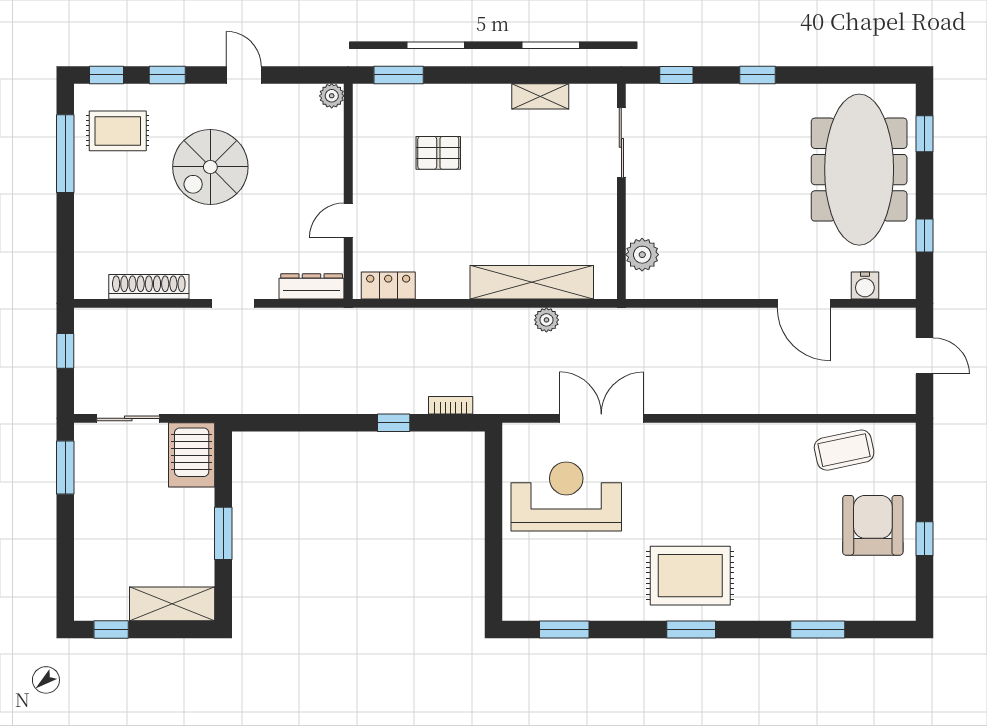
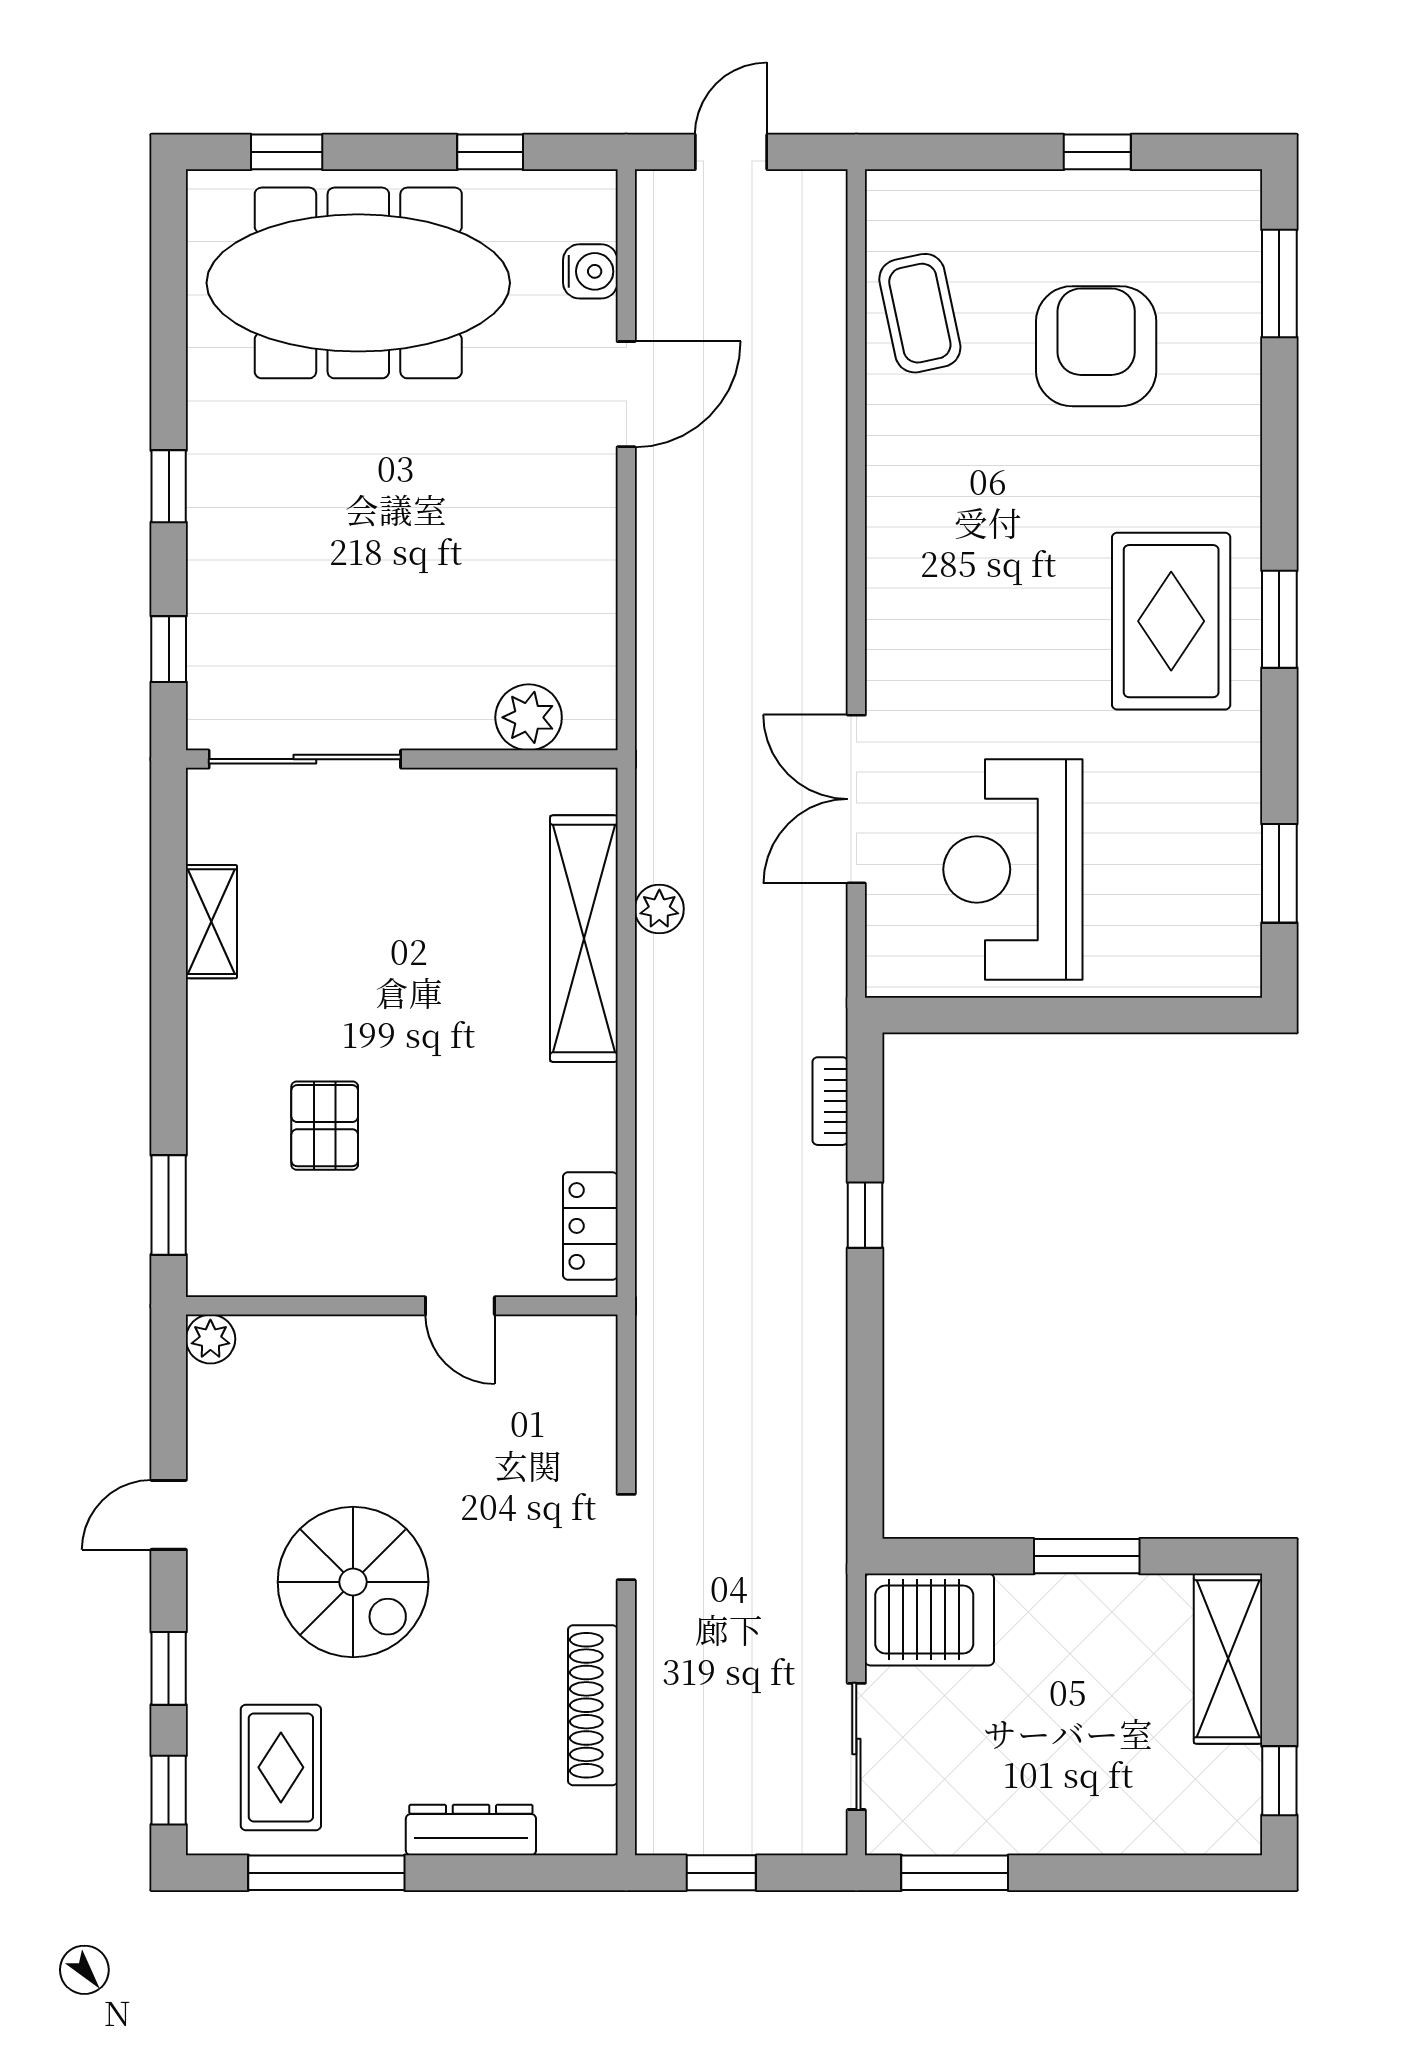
sliding door: (621, 143) -> (305, 759), width x1.37
dresser: (312, 286) -> (471, 1830), moved, turned 90
armchair: (873, 525) -> (1096, 346), moved, turned 90
window: (818, 630) -> (1279, 283), moved

